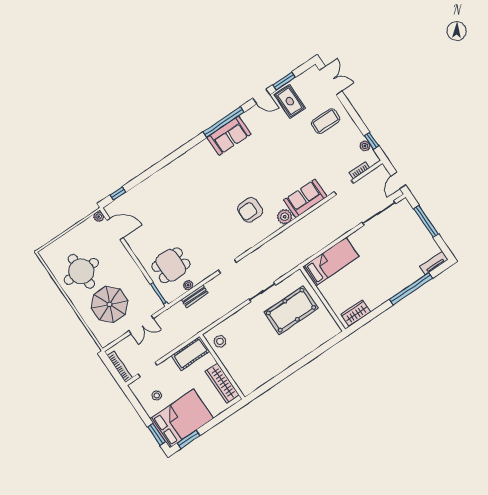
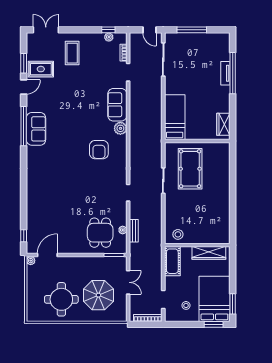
tv unit: (434, 263) -> (225, 73), moved

